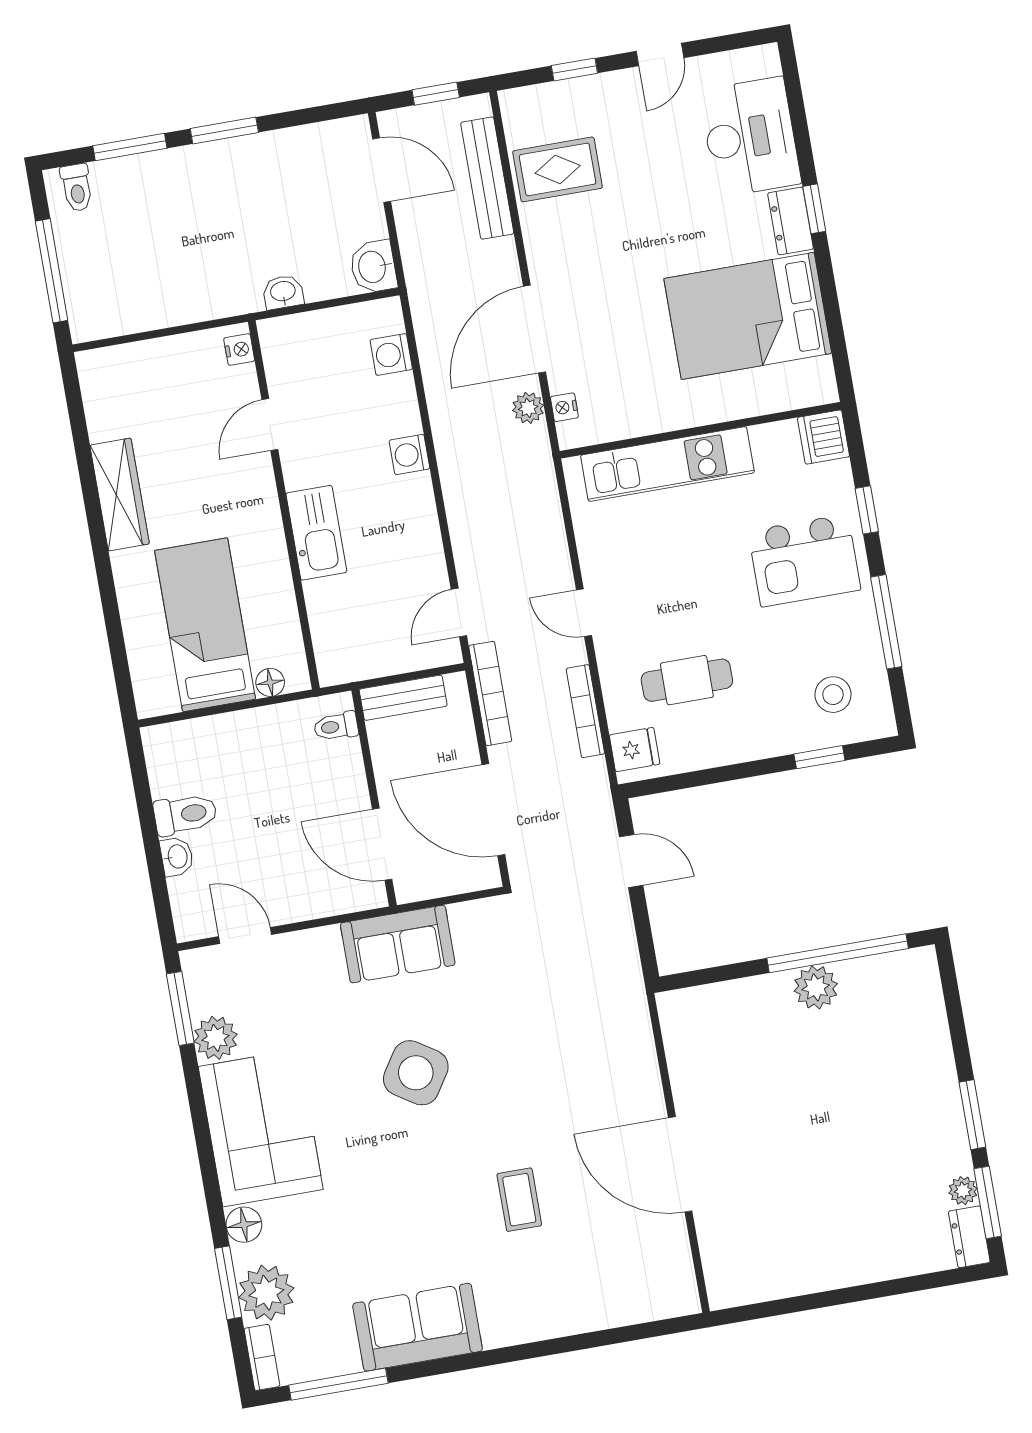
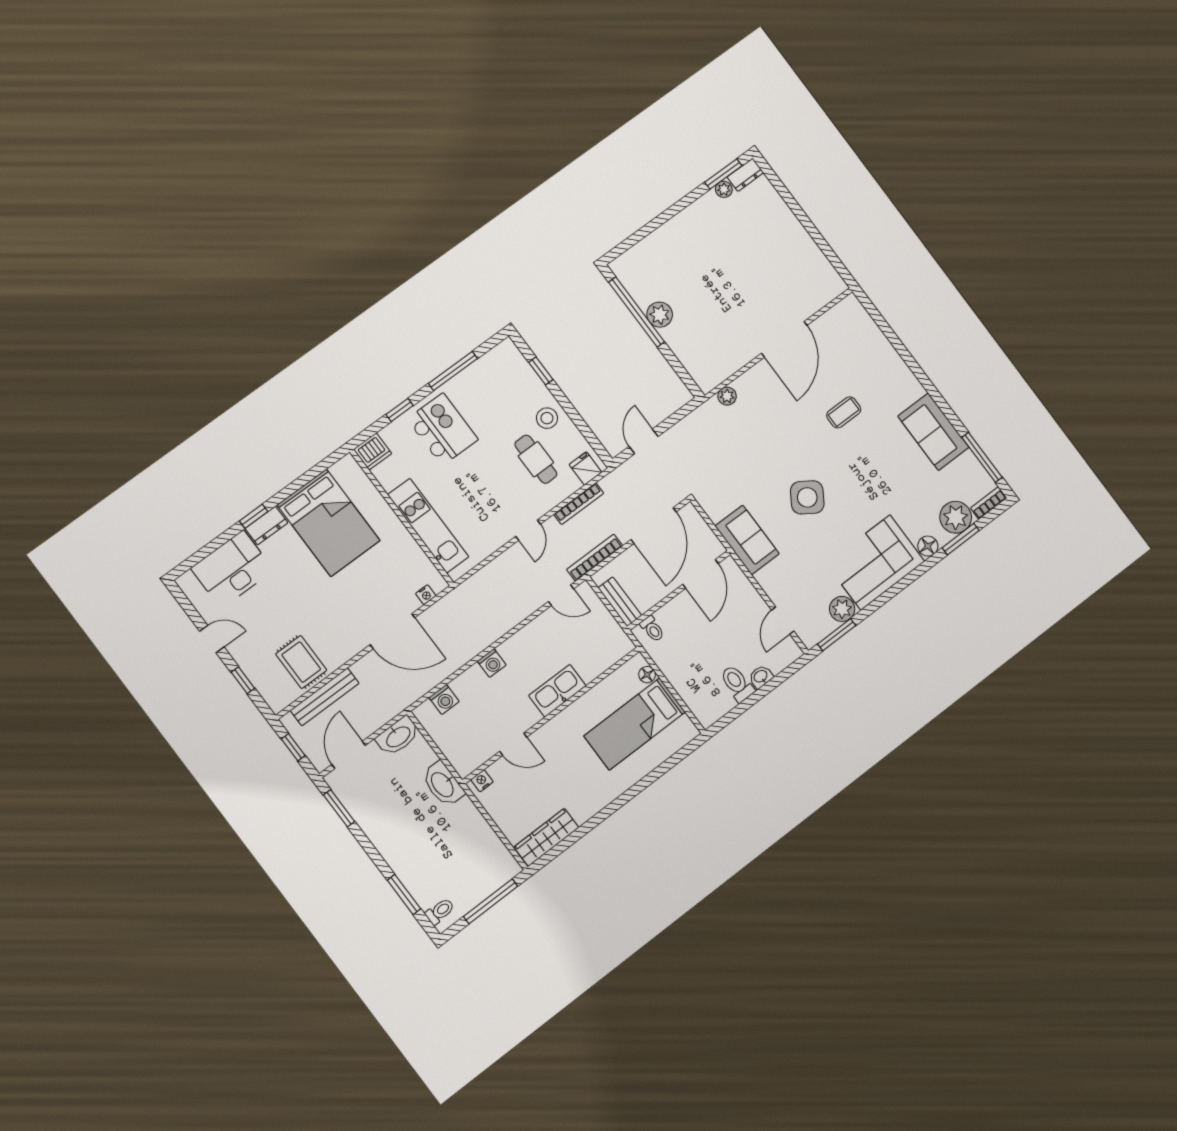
window: (224, 131) -> (339, 808), moved
washbasin: (373, 267) -> (398, 736), width x1.38
washbasin: (283, 292) -> (443, 784), width x1.91, depth x1.45
plant: (528, 408) -> (727, 396), moved
wardrobe: (120, 495) -> (546, 837), moved
stool: (833, 695) -> (547, 418), moved
window: (972, 1115) -> (683, 203), removed

